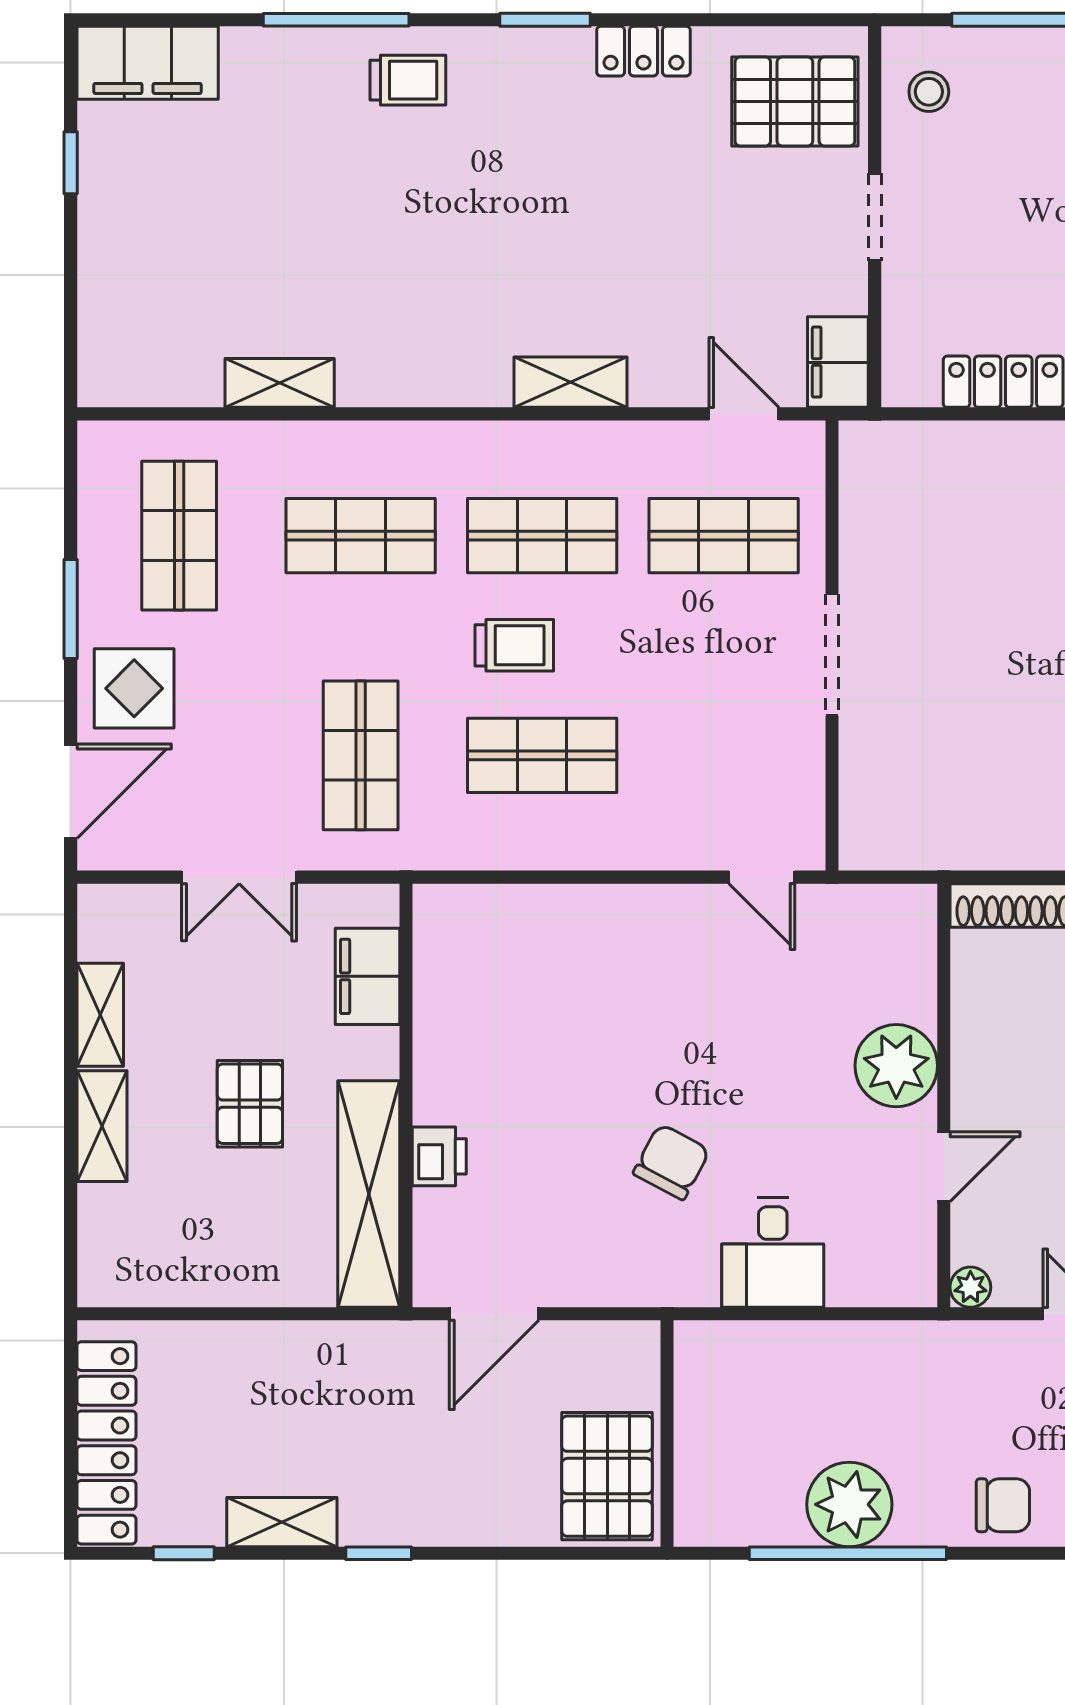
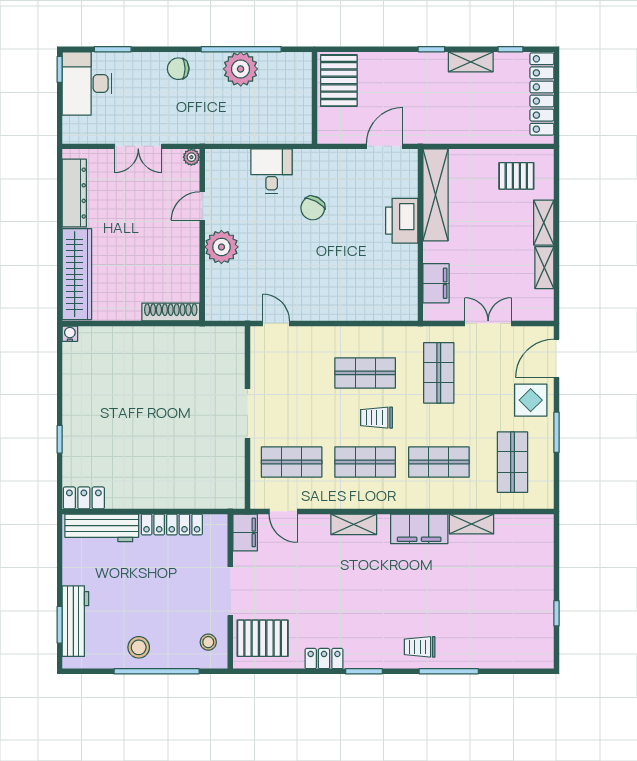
filing cabinet: (148, 63) -> (419, 529), moved, turned 180
doorway: (875, 217) -> (230, 591), width x1.38
pallet: (250, 1104) -> (516, 176), moved, turned 90
printer: (439, 1156) -> (402, 221), width x1.87, depth x1.48

